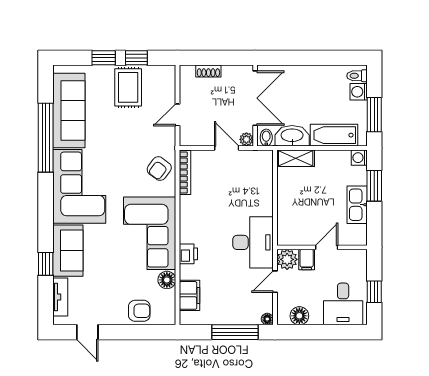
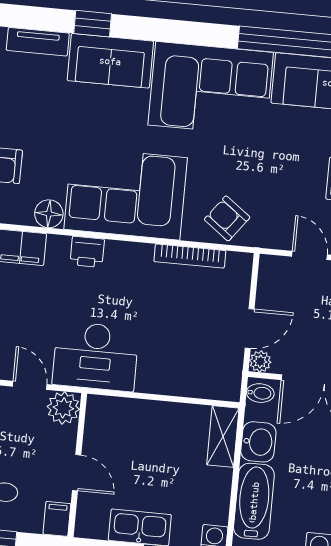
washbasin: (292, 136) -> (258, 442), width x0.72
bookcase: (185, 173) -> (190, 256), moved
filing cabinet: (307, 260) -> (57, 519), moved, turned 90

